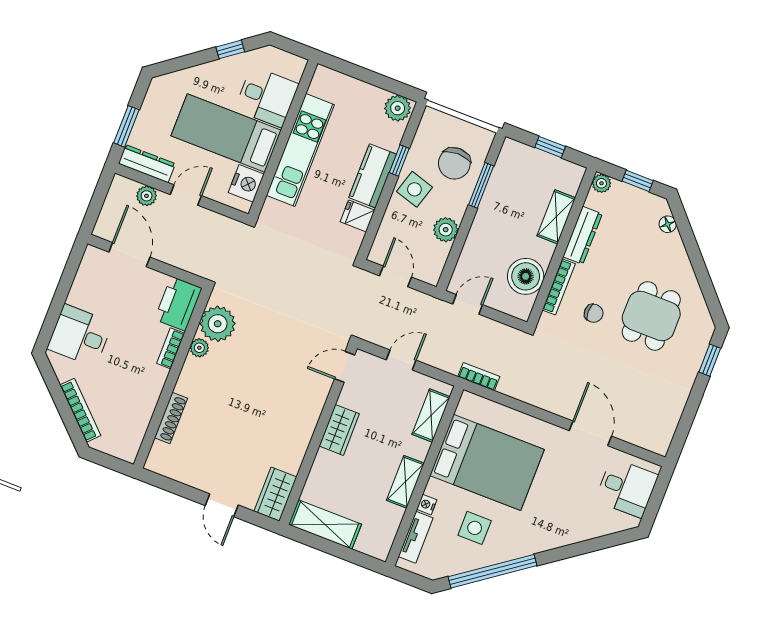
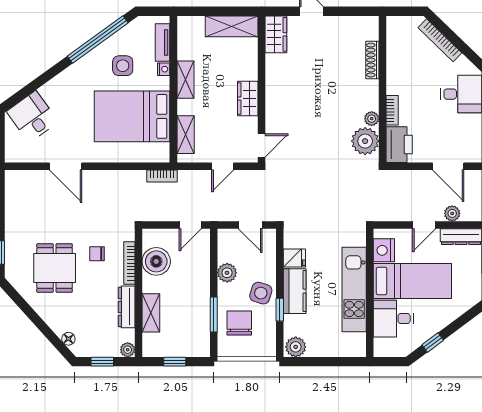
desk: (627, 488) -> (32, 117), moved, turned 54

